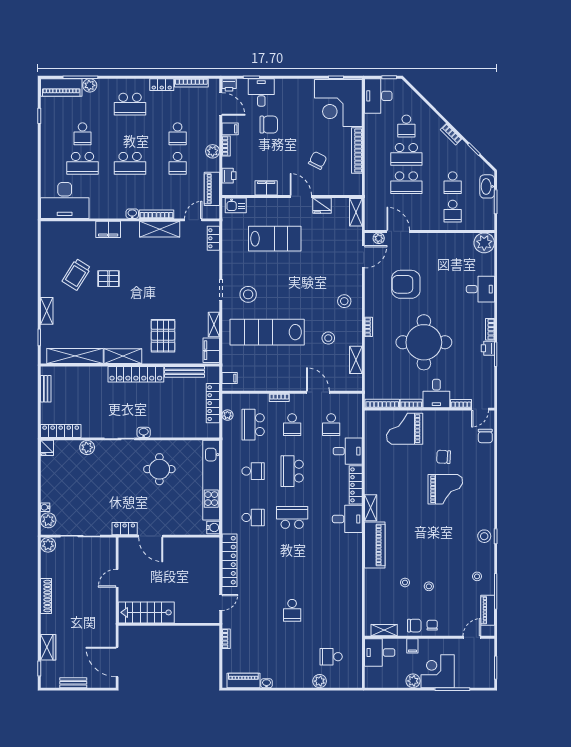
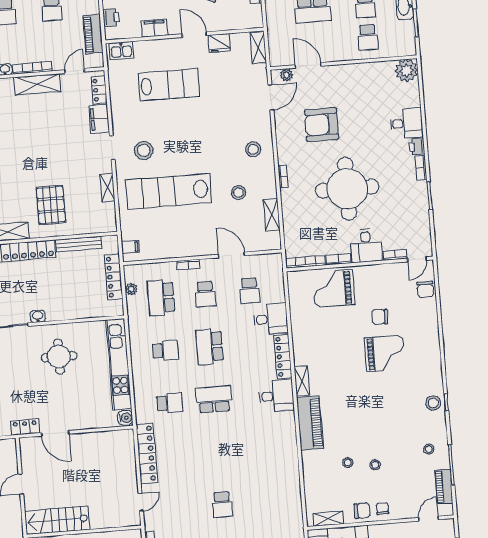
printer: (488, 348) -> (417, 147), moved
filing cabinet: (211, 350) -> (99, 119), moved

